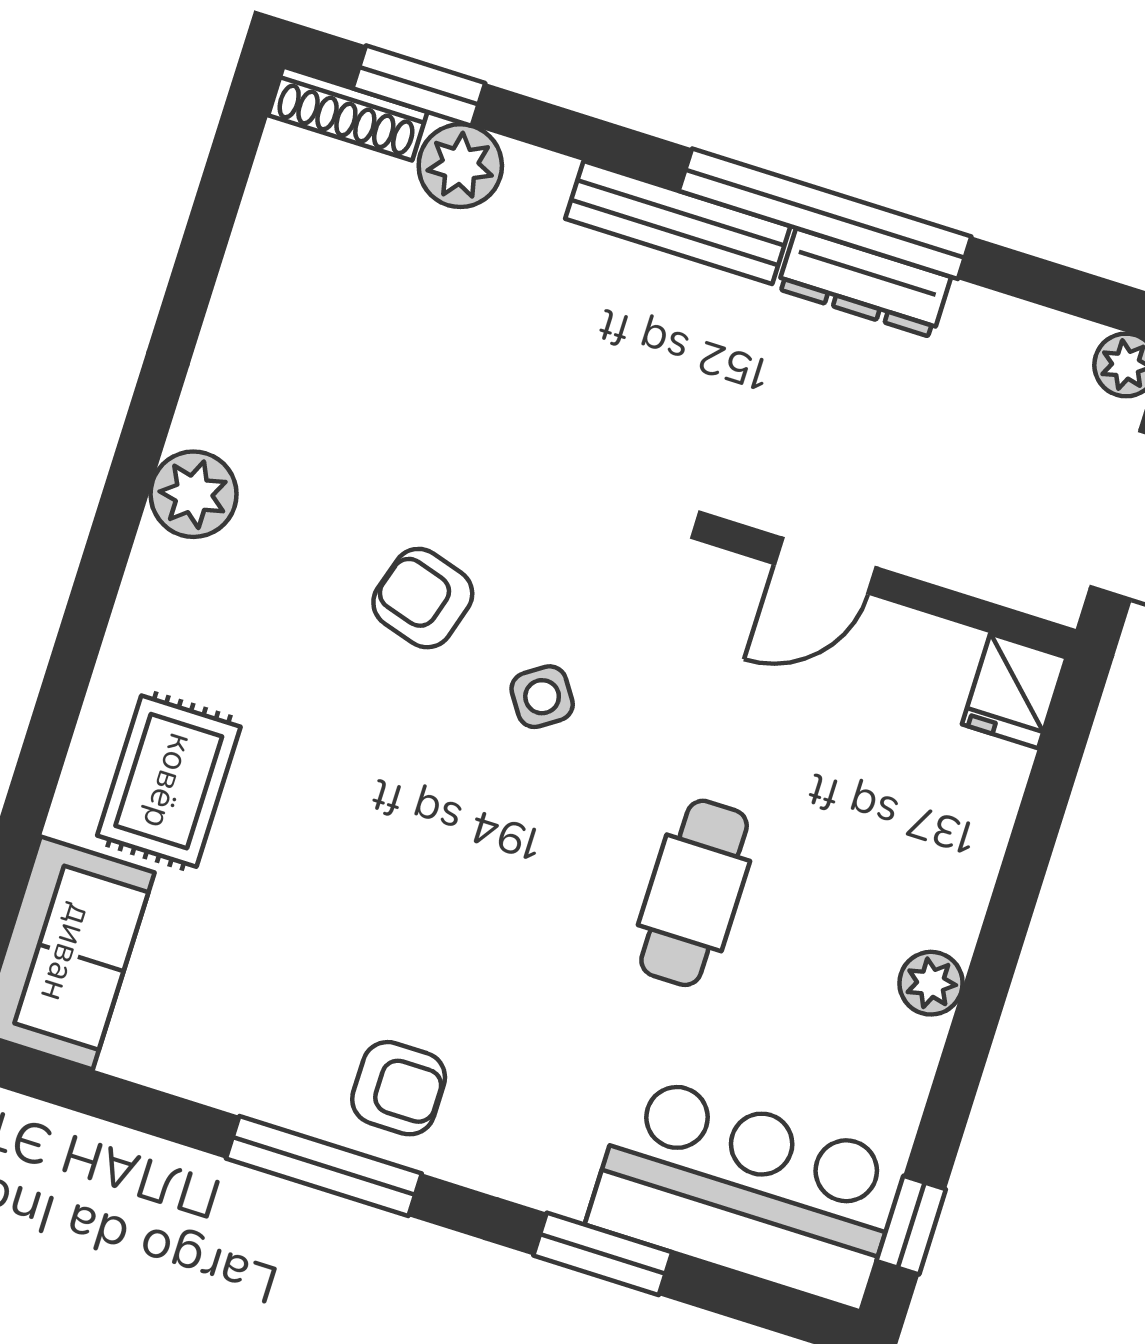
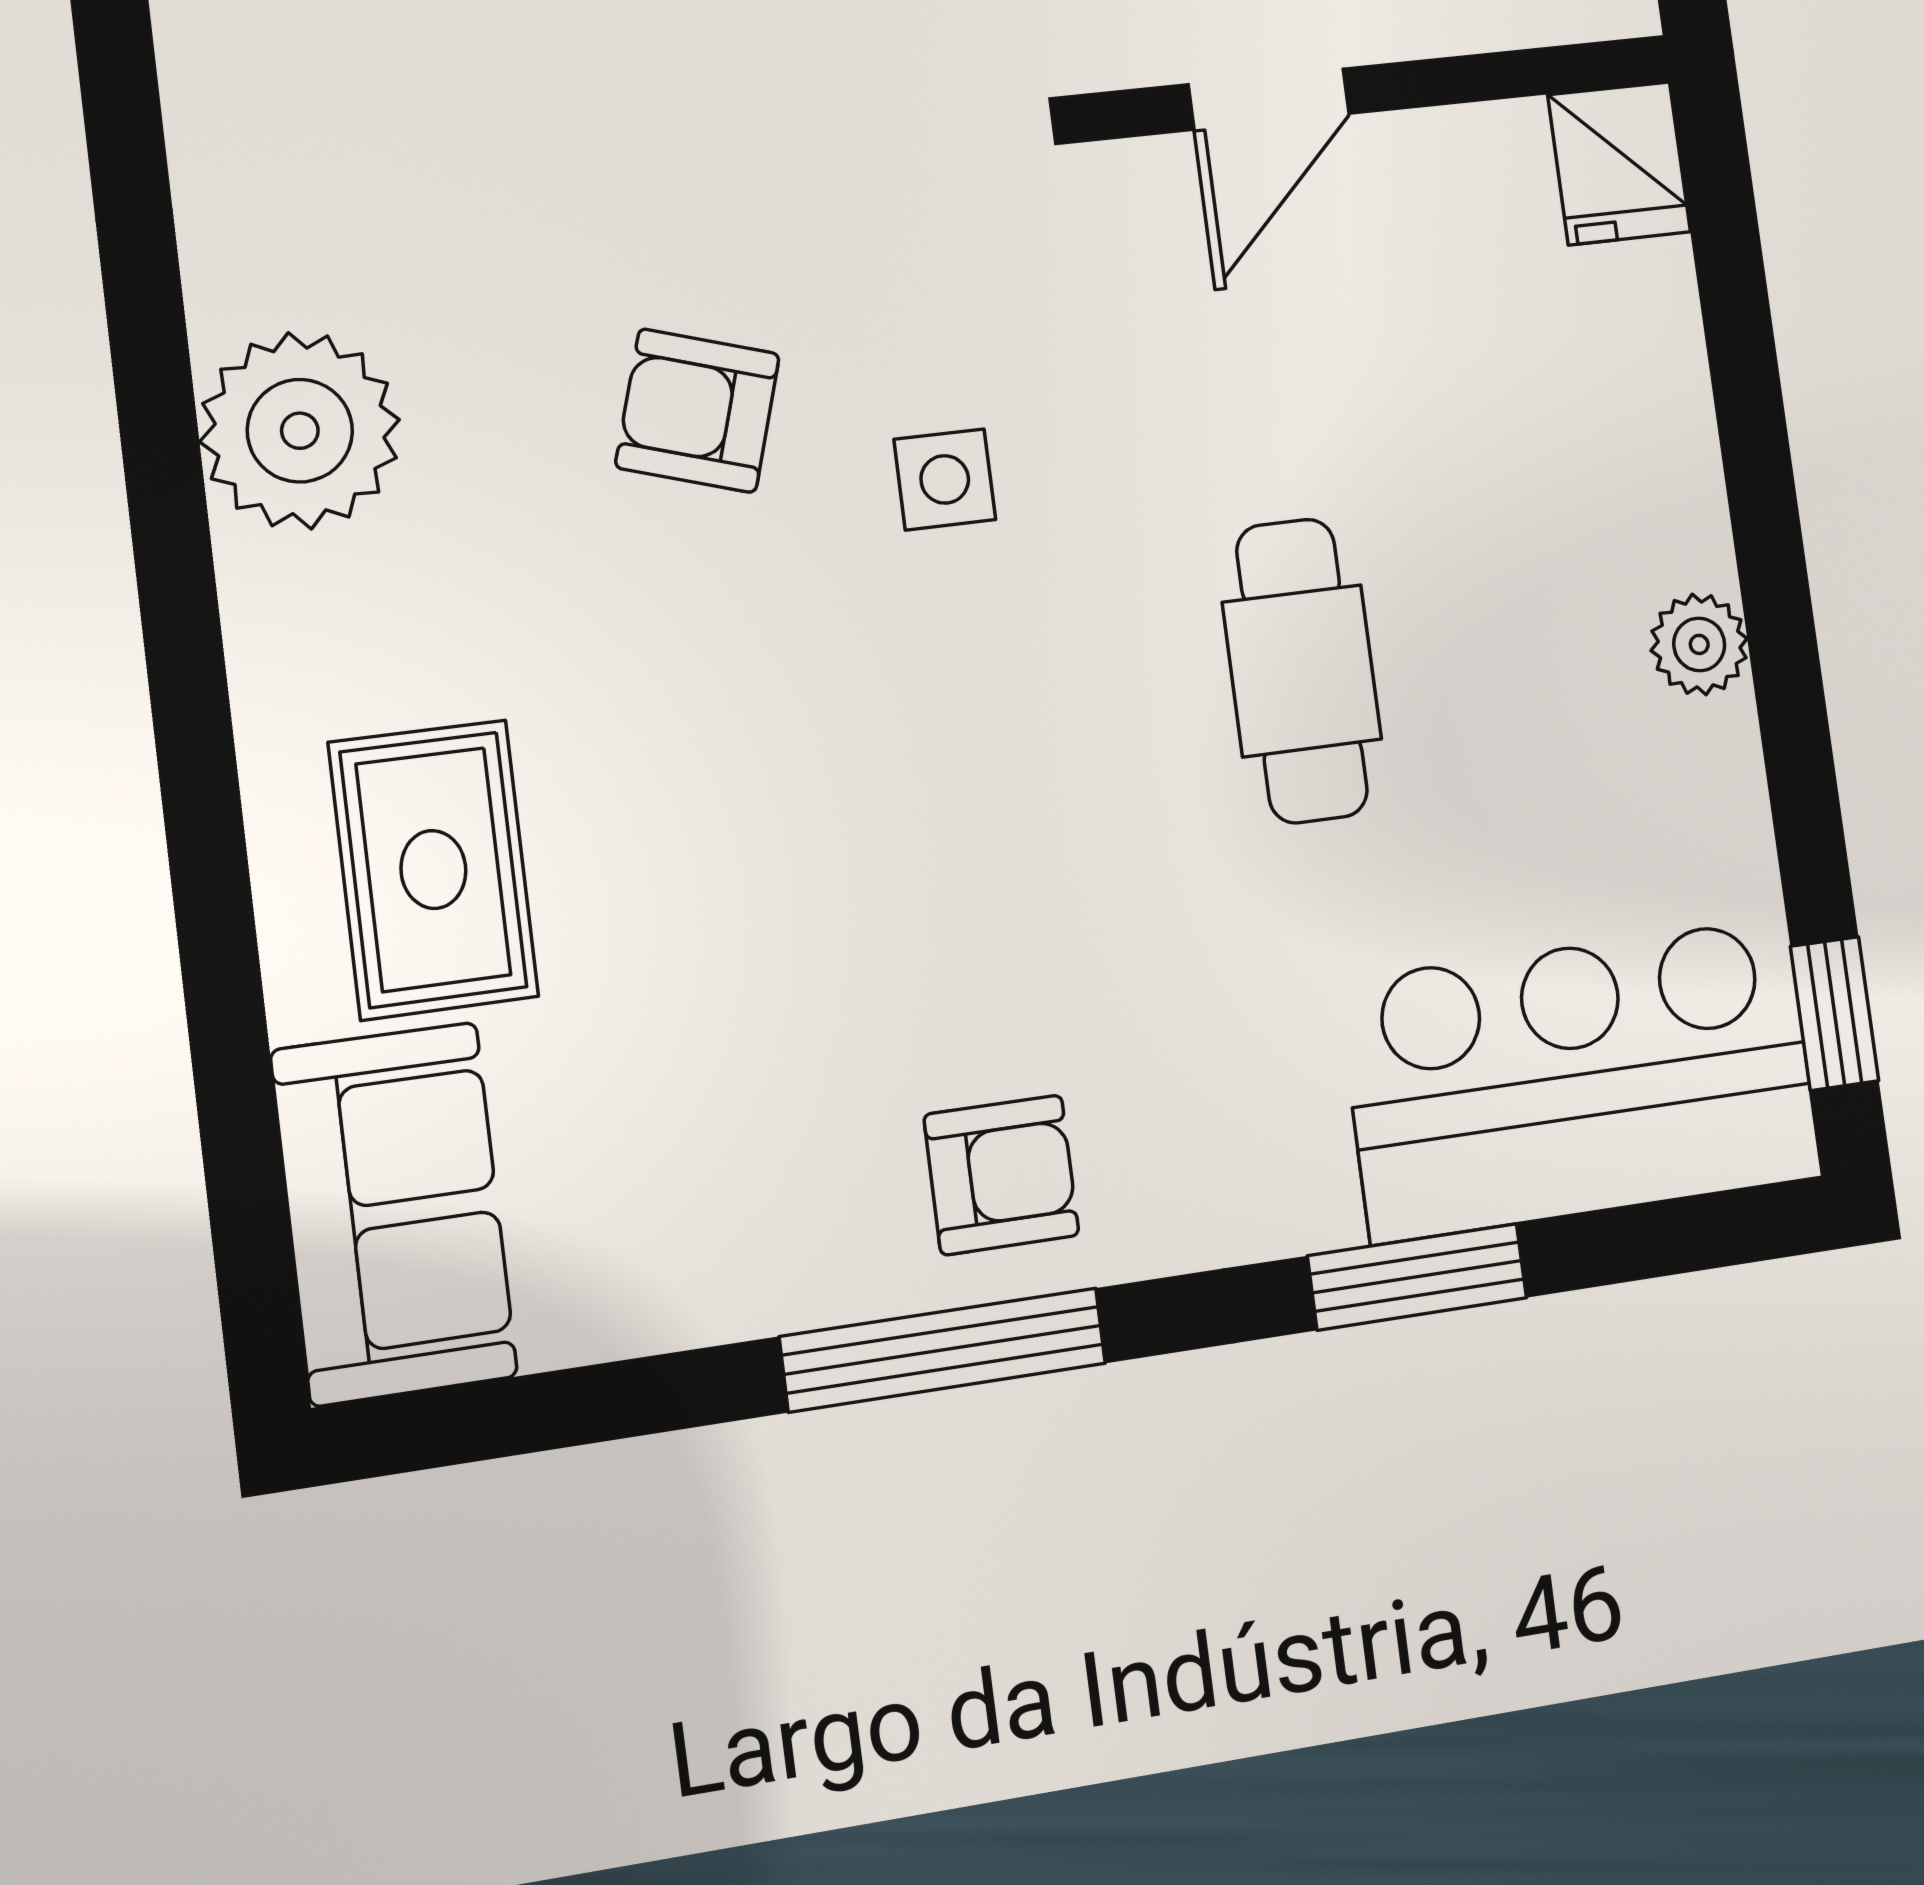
plant: (194, 494) -> (300, 431), width x1.36, depth x1.36
side table: (542, 697) -> (945, 479), turned 34

